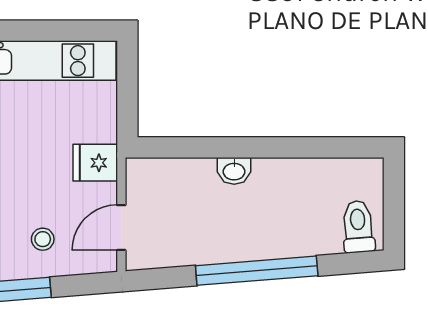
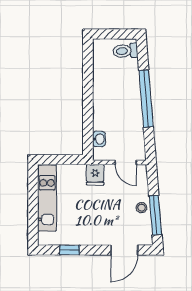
washbasin: (234, 171) -> (99, 139), moved
stool: (43, 239) -> (142, 208), moved

